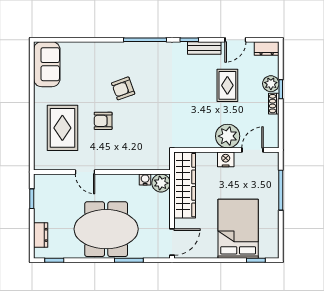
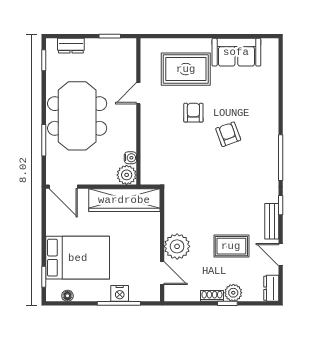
sofa: (47, 64) -> (236, 52), moved
nightstand: (226, 159) -> (120, 293), moved, turned 90
floor lamp: (274, 238) -> (67, 296), added

